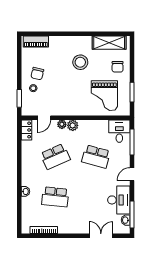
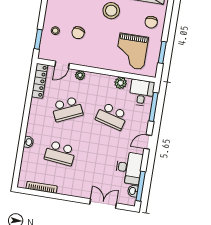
chair: (37, 74) -> (78, 33), moved
plant: (73, 125) -> (121, 83), moved
locker: (27, 130) -> (40, 81), width x1.53

